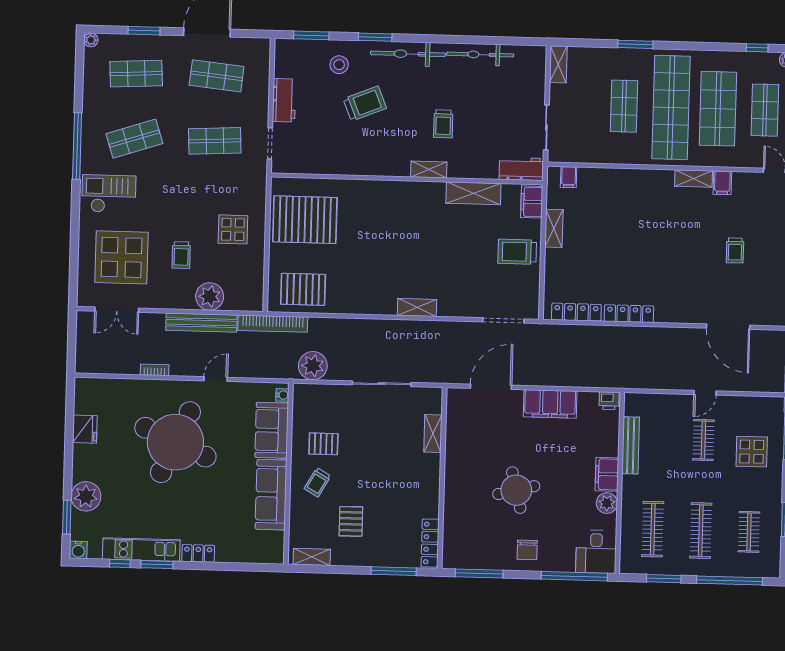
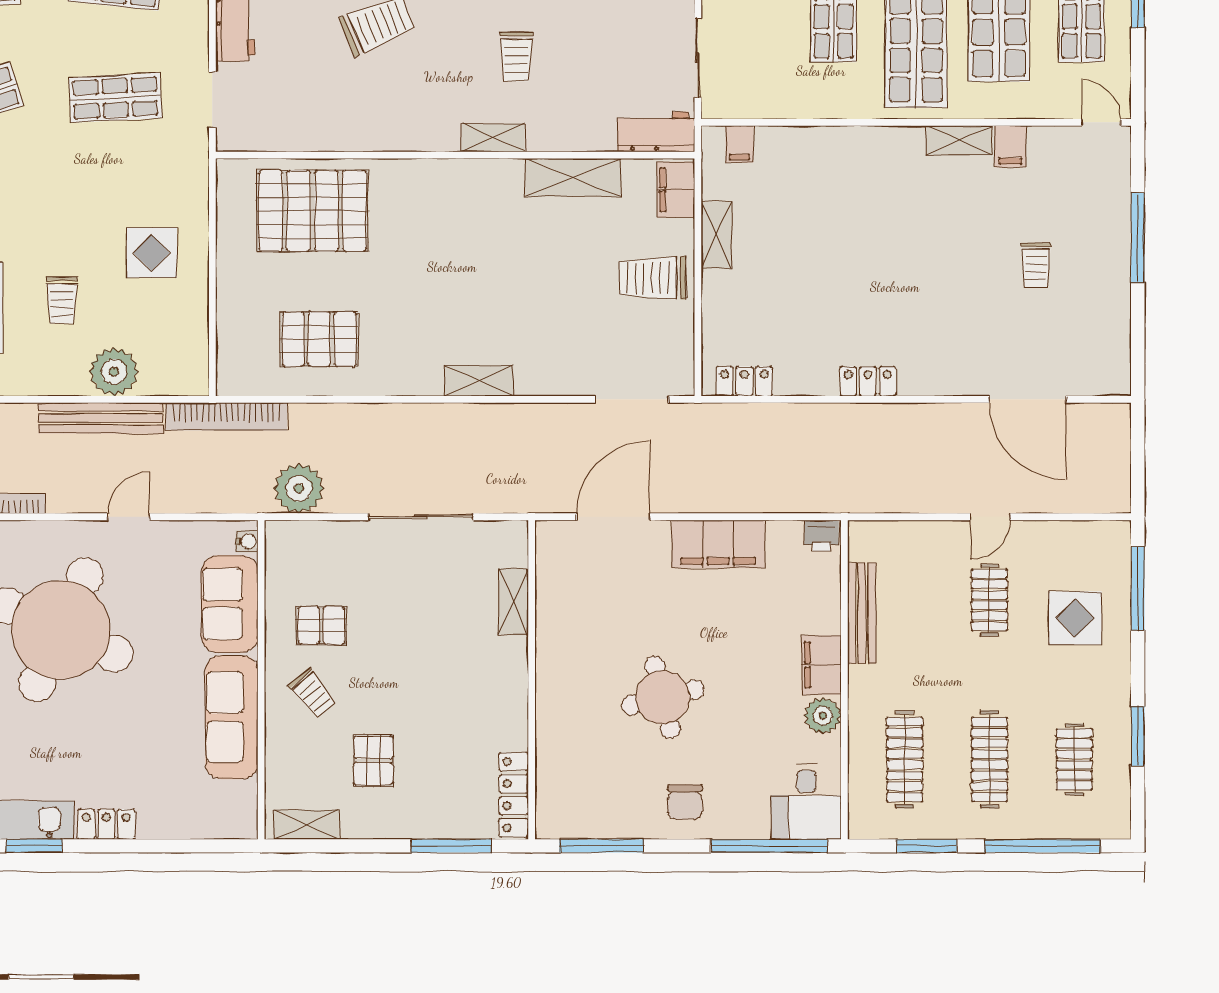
pallet: (305, 220) -> (313, 211), moved
pallet: (303, 289) -> (319, 339), moved
locker: (576, 312) -> (744, 381), width x0.66
locker: (629, 314) -> (868, 381), width x0.66
trolley: (317, 482) -> (313, 693), turned -70

